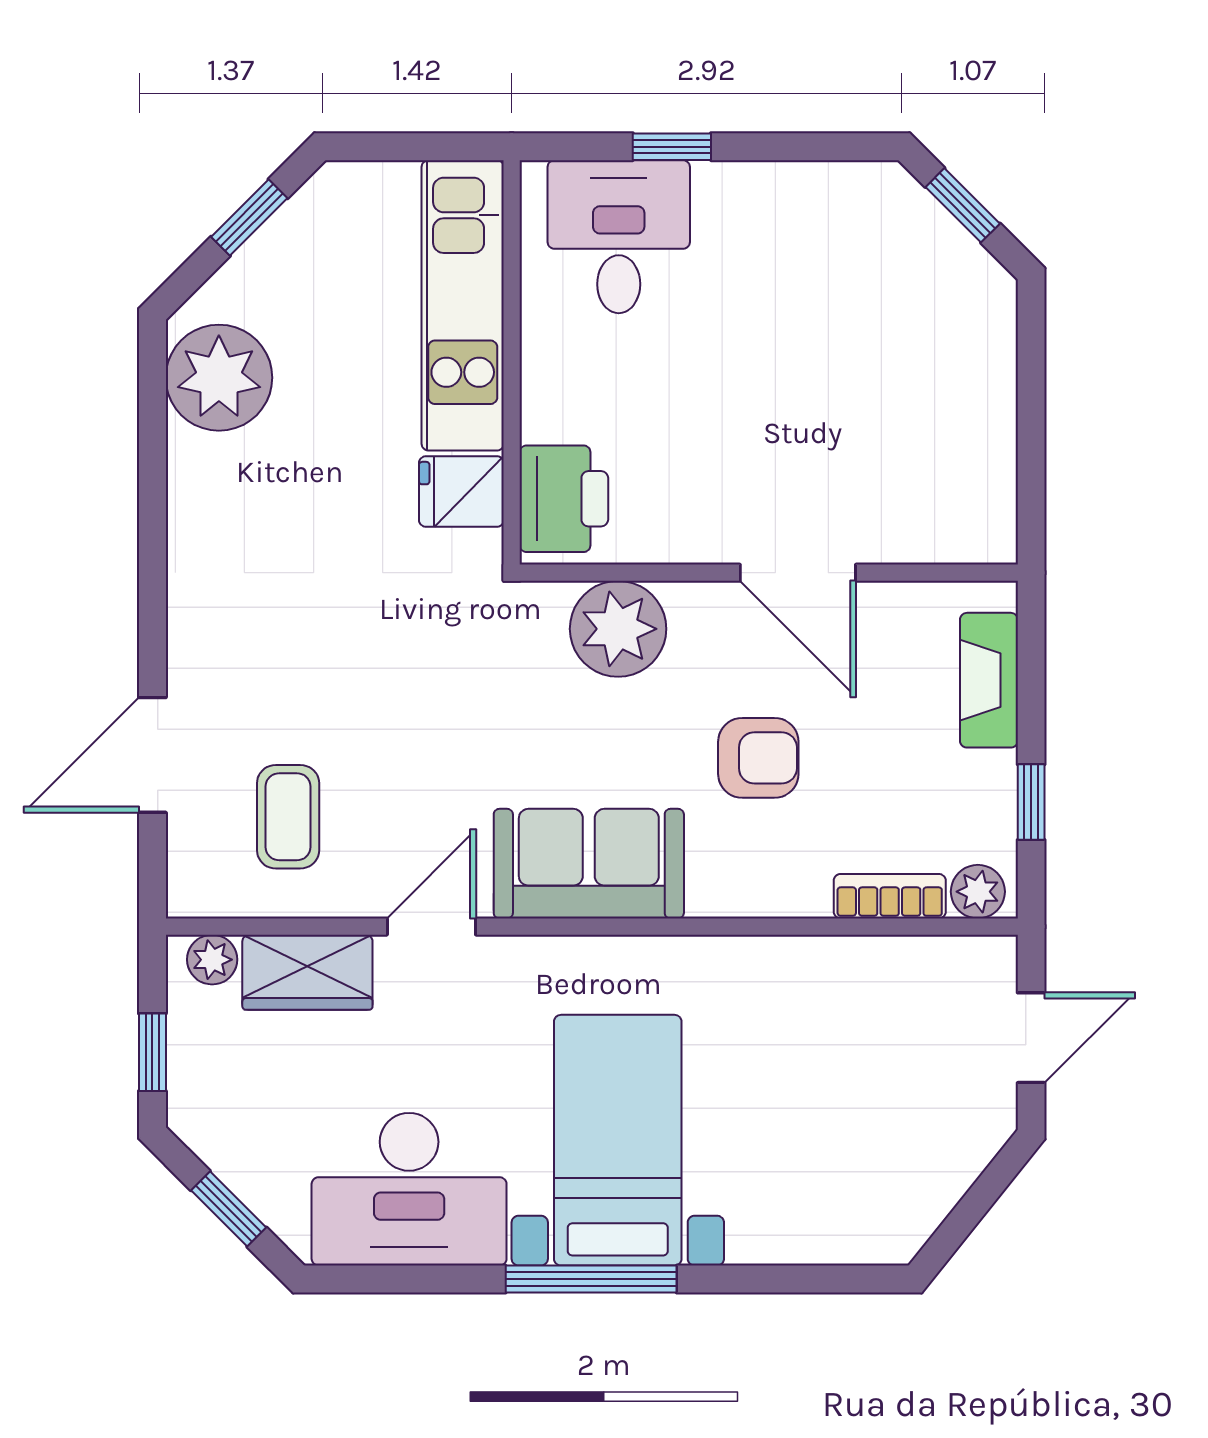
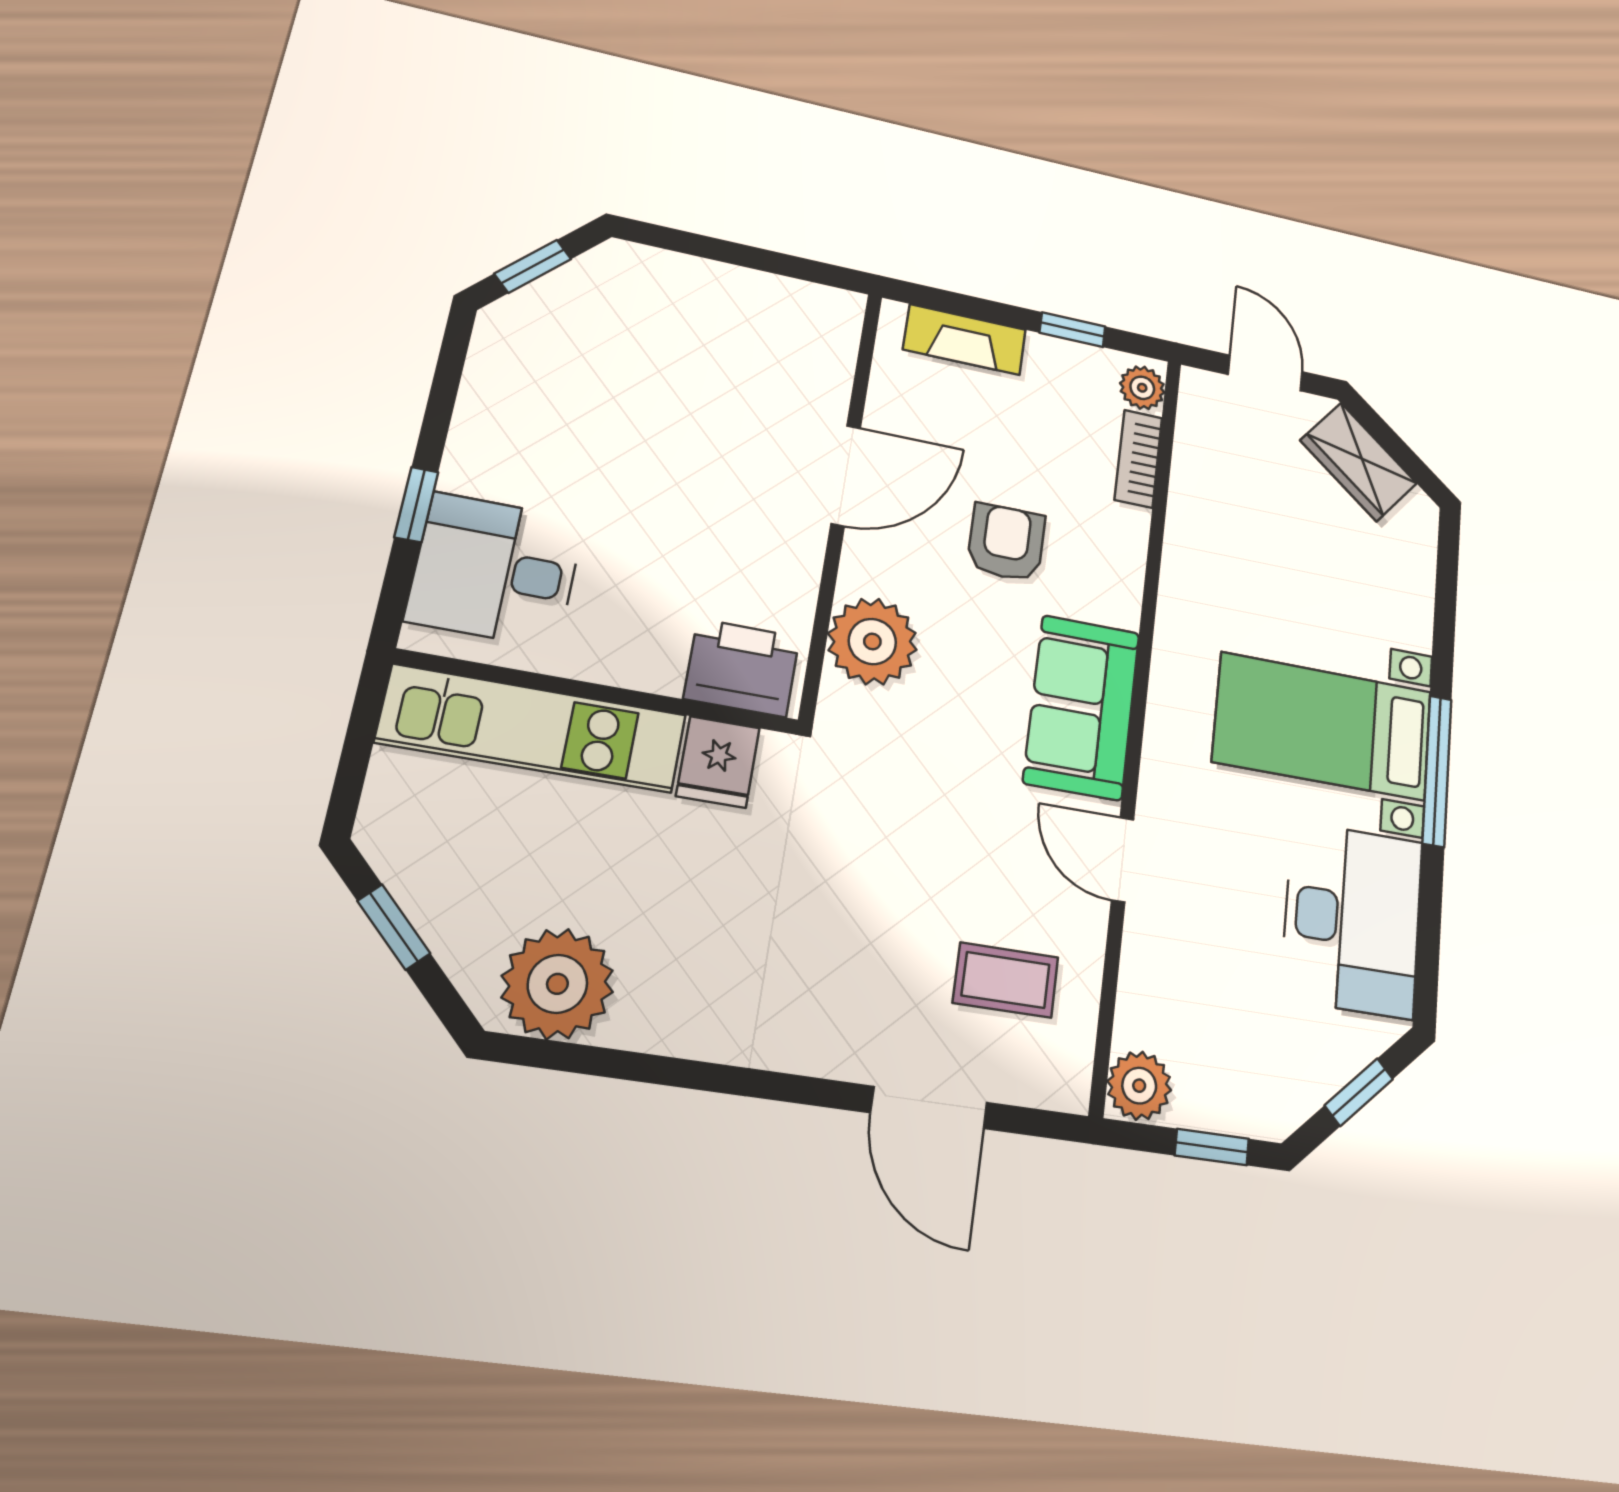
plant: (212, 960) -> (1139, 1086), width x1.38, depth x1.38
wardrobe: (307, 972) -> (1359, 462), moved, turned 129

